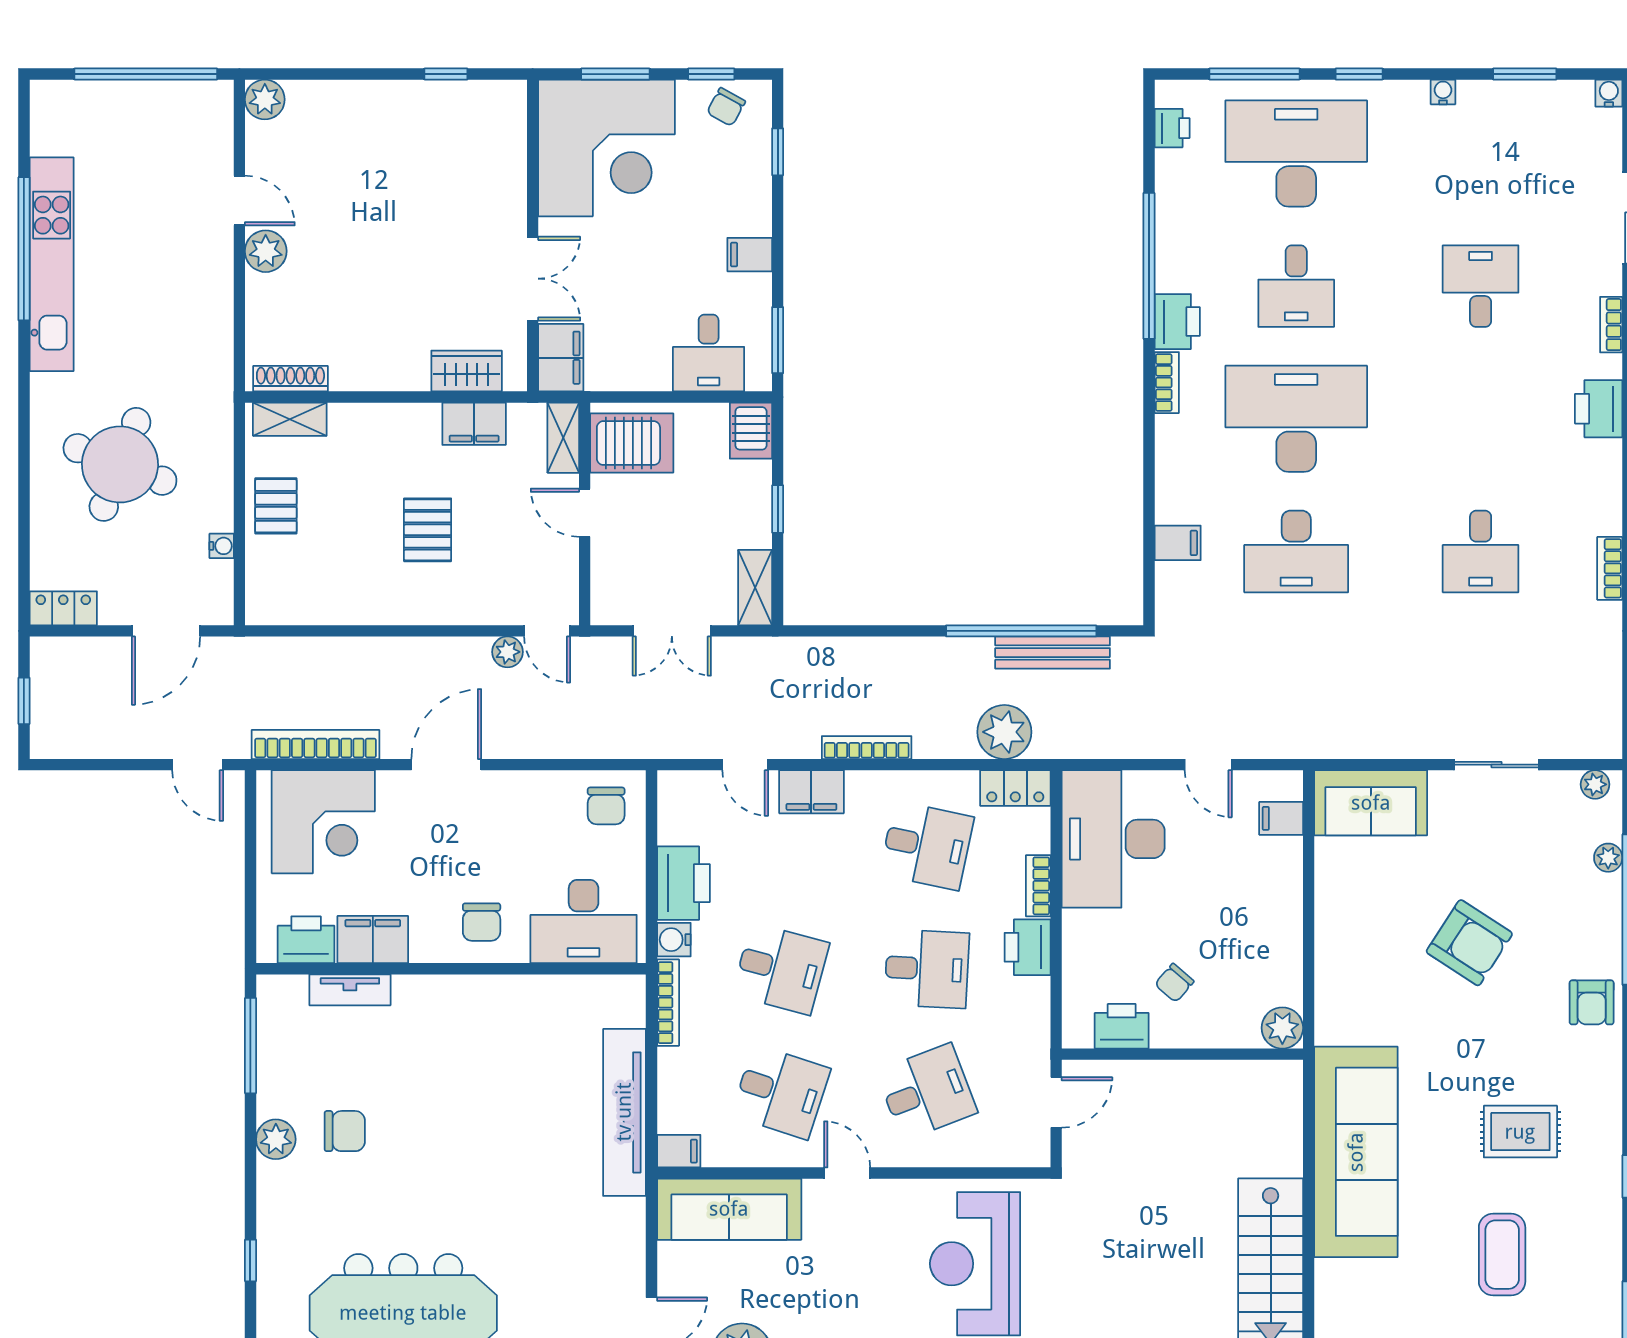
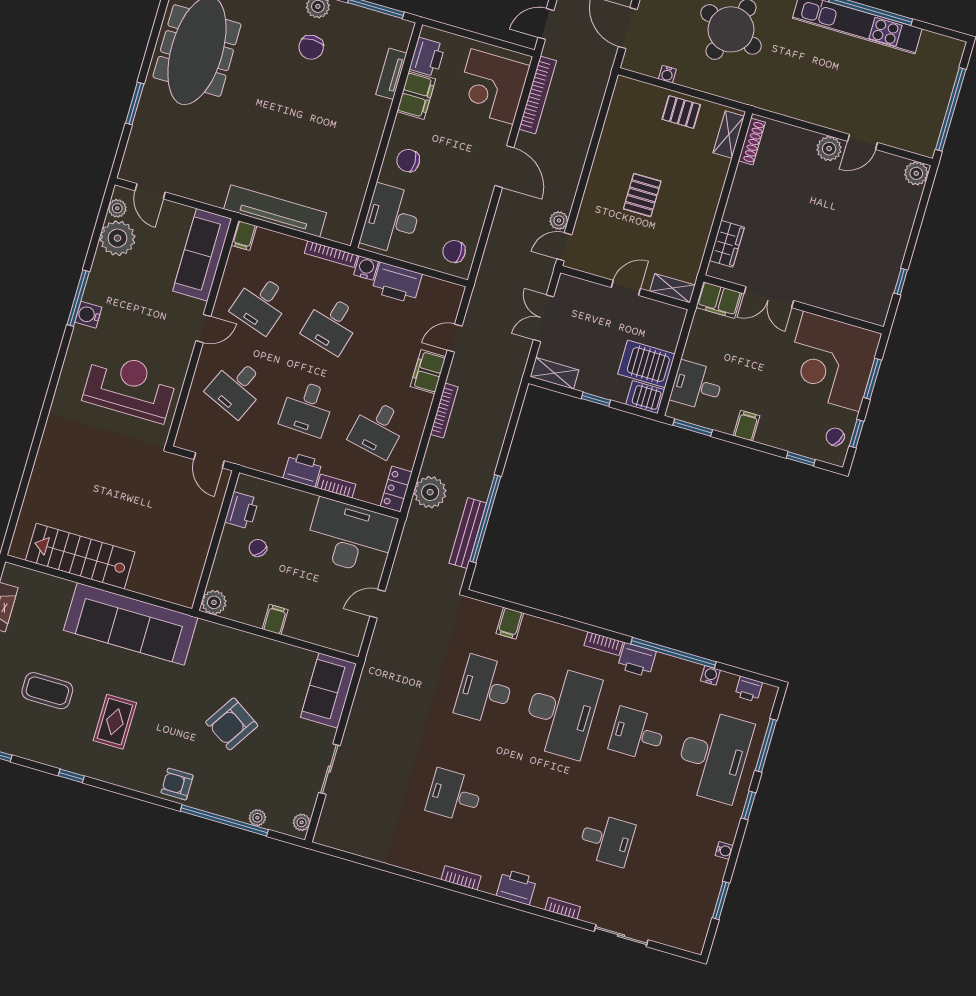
water cooler: (1609, 93) -> (710, 675), moved, turned -90
filing cabinet: (474, 424) -> (695, 239), removed
server rack: (632, 443) -> (646, 364), moved, turned 90
pallet: (428, 530) -> (642, 195), turned 90
bookcase: (1610, 568) -> (461, 878), moved
filing cabinet: (1281, 818) -> (275, 619), moved
desk: (927, 1092) -> (237, 388), turned 45

